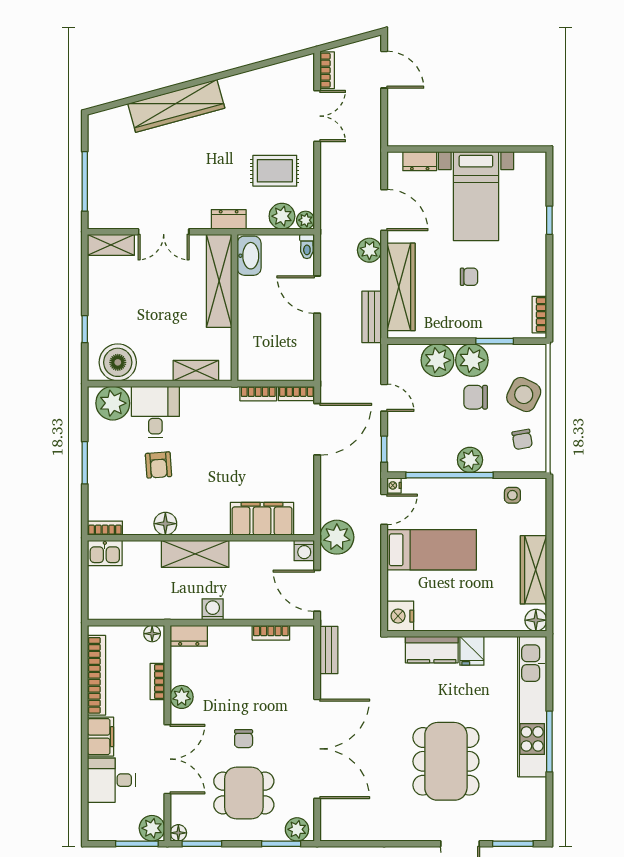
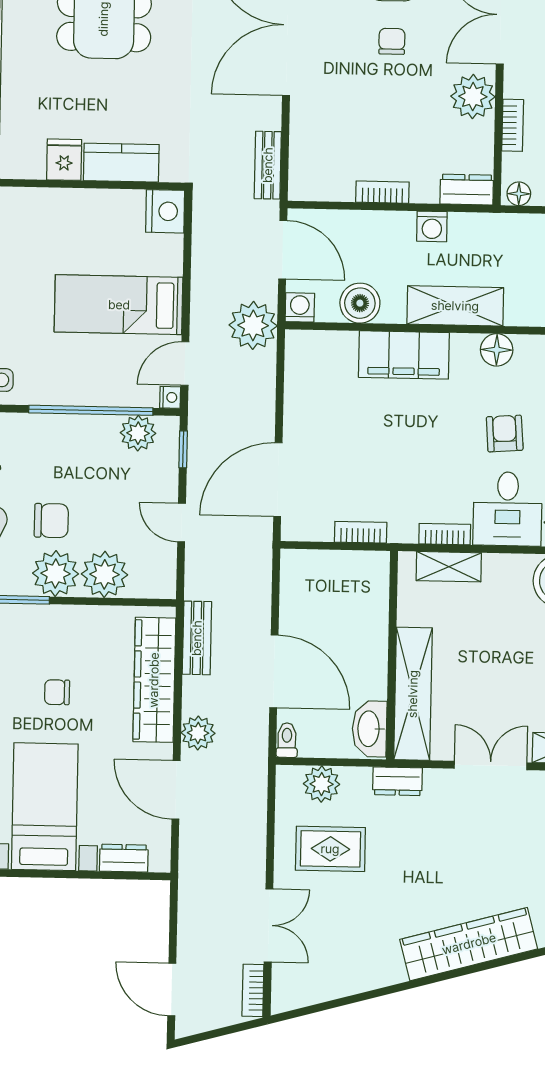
double door: (317, 116) -> (269, 925), swing flipped
plant: (306, 220) -> (288, 778), removed
door: (317, 295) -> (274, 671), width x1.36
bookcase: (296, 393) -> (445, 534), moved
plant: (470, 460) -> (138, 433), moved
filing cabinet: (262, 519) -> (404, 355), moved
boiler: (262, 554) -> (360, 303), added
bookcase: (271, 633) -> (382, 192), moved
plant: (182, 697) -> (473, 97), width x1.36, depth x1.36

